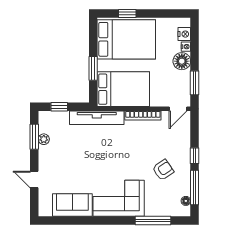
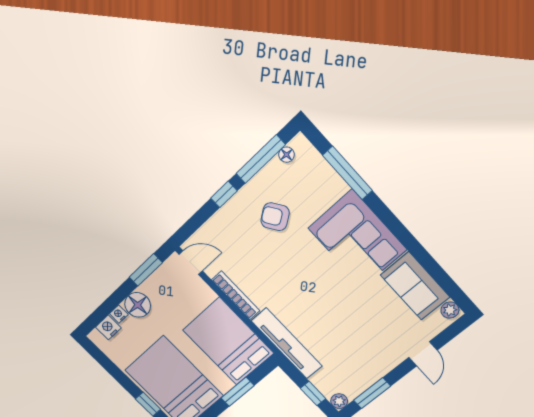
plant: (44, 139) -> (339, 401), moved
plant: (46, 211) -> (450, 310), added

